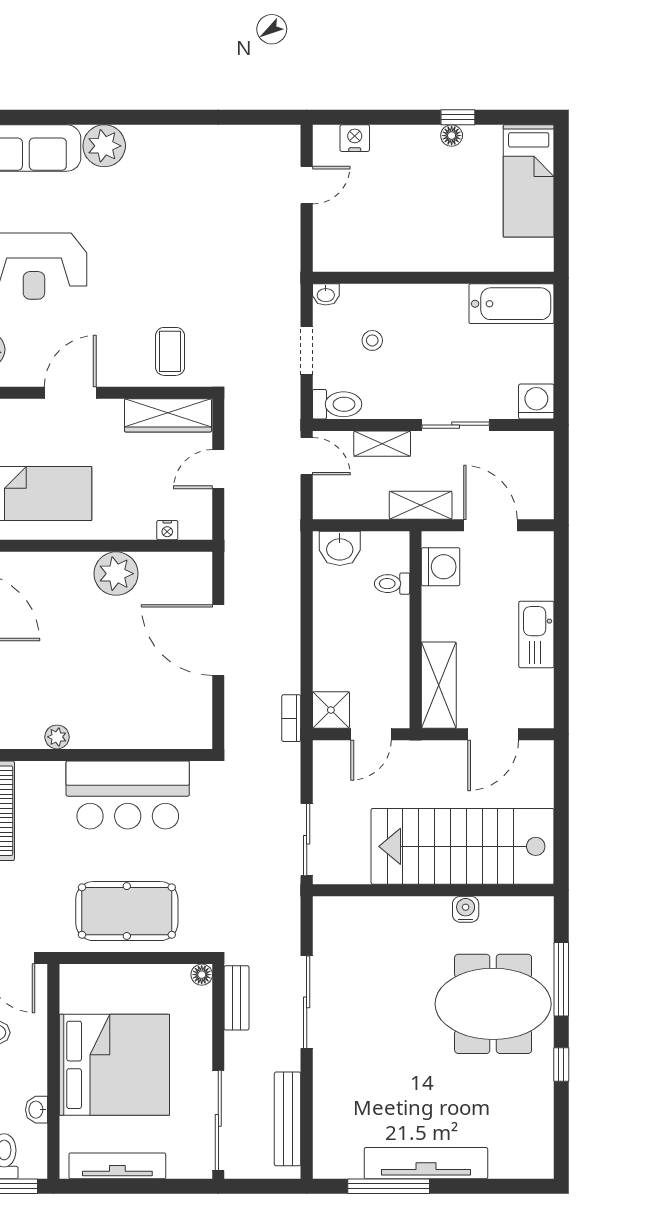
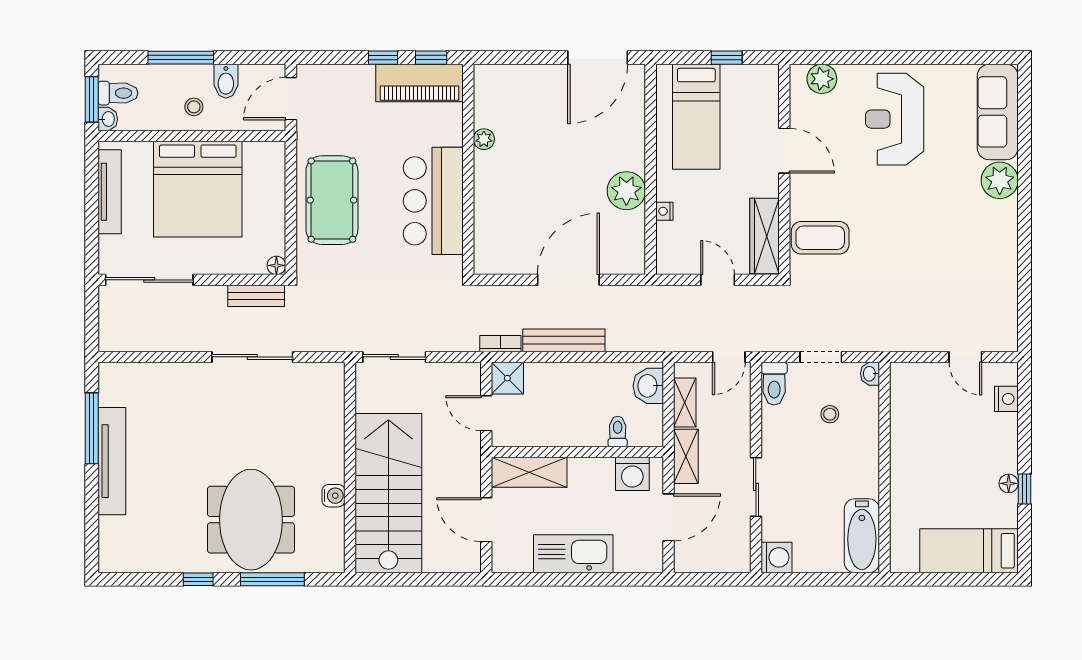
coffee table: (170, 351) -> (820, 238), width x1.36, depth x1.30
shelving: (382, 444) -> (685, 402), moved
nightstand: (167, 530) -> (664, 211), moved
kitchen sink: (536, 634) -> (573, 554), width x1.36, depth x1.24
stool: (20, 1069) -> (194, 107), added
washbasin: (37, 1110) -> (108, 119), moved, turned 90
bench: (288, 1119) -> (564, 340), moved

